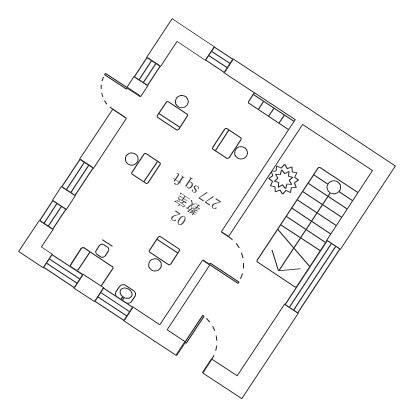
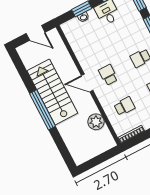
stairs: (308, 227) -> (52, 92), moved
door: (216, 248) -> (87, 83), moved
school desk: (161, 256) -> (108, 75), moved, turned 180

